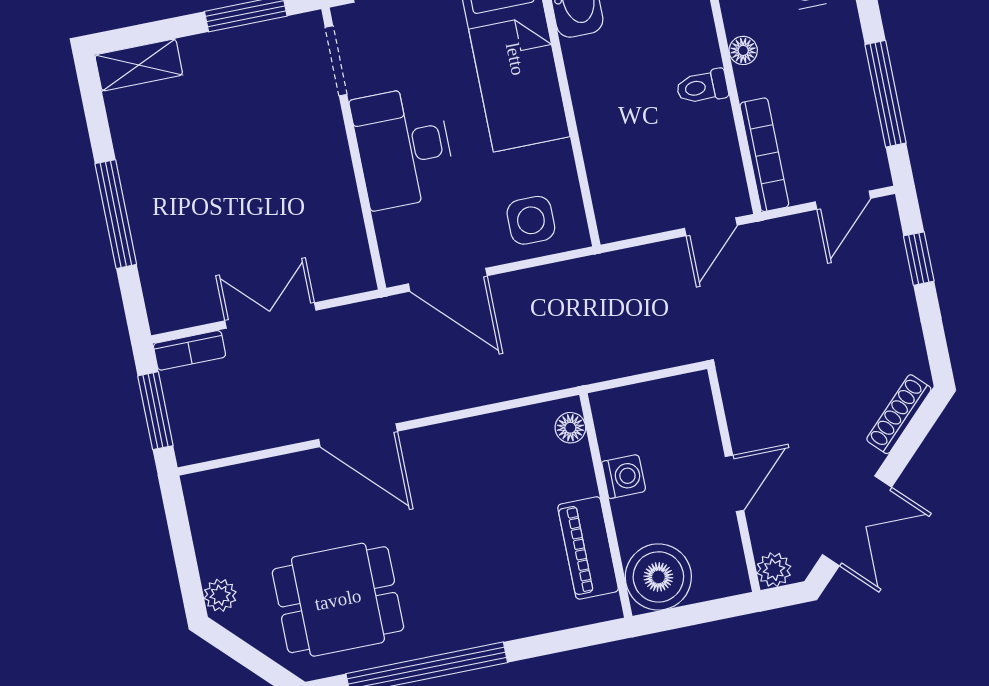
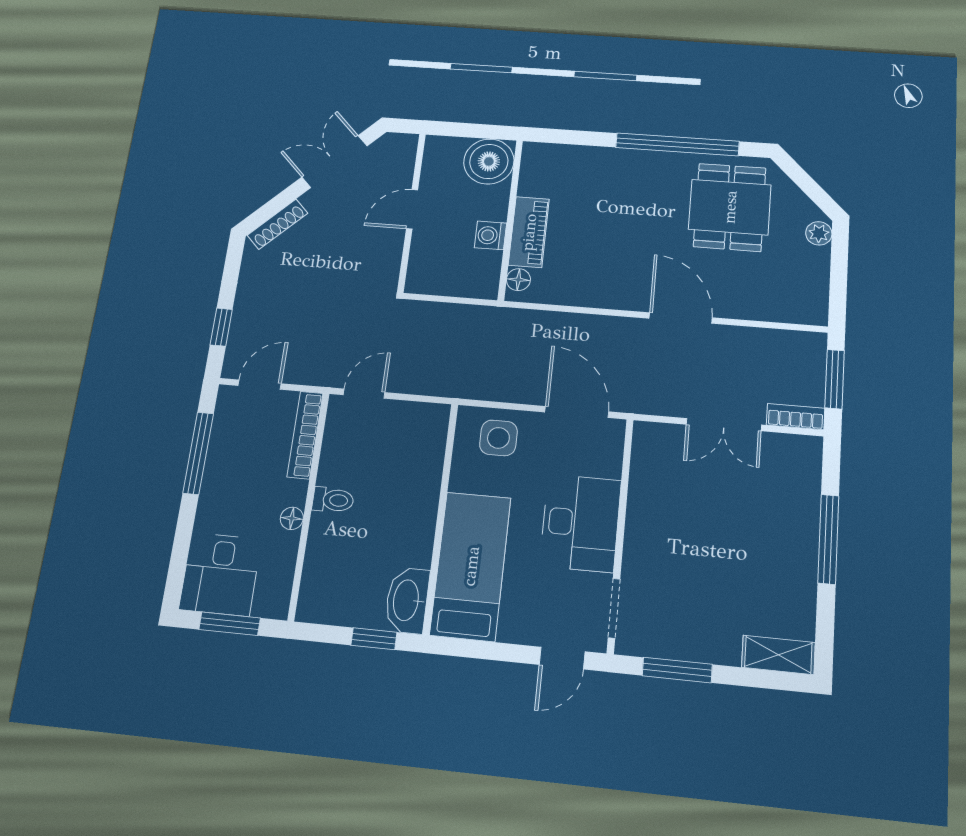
piano: (588, 548) -> (529, 232), moved
plant: (774, 570) -> (405, 145), removed
dining table: (338, 600) -> (730, 207), turned 90

